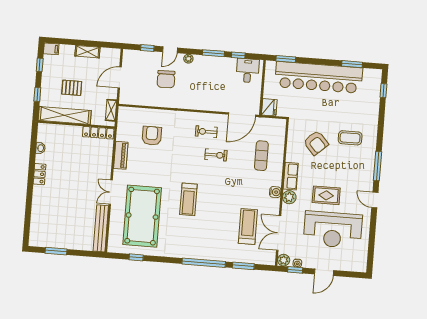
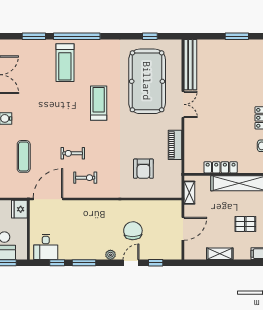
pallet: (72, 88) -> (245, 224), moved
locker: (98, 133) -> (221, 167), moved
treadmill: (248, 227) -> (65, 63), moved

